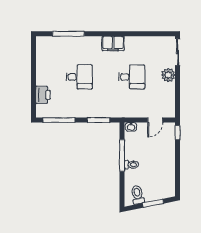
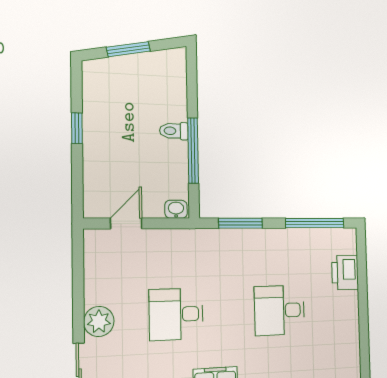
window: (178, 133) -> (77, 128), moved
toilet: (137, 195) -> (161, 69), removed

